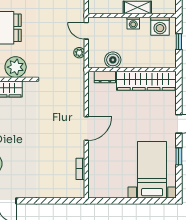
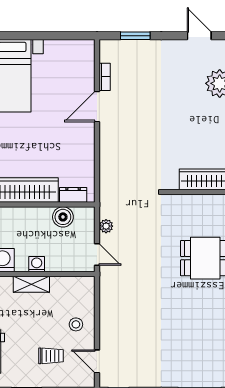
plant: (16, 67) -> (188, 208), removed
door: (86, 129) -> (97, 107), moved
window: (57, 201) -> (135, 36), added

